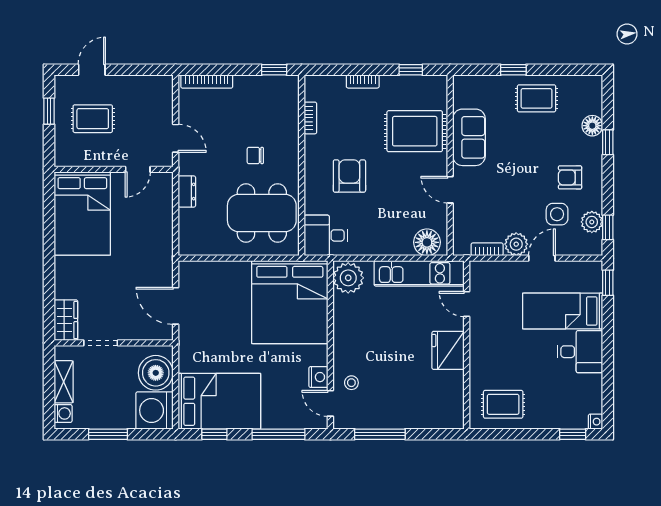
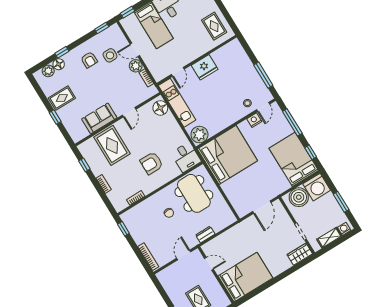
rug: (537, 98) -> (62, 98), turned 90
plant: (592, 222) -> (48, 71), moved

